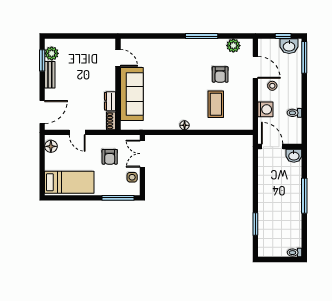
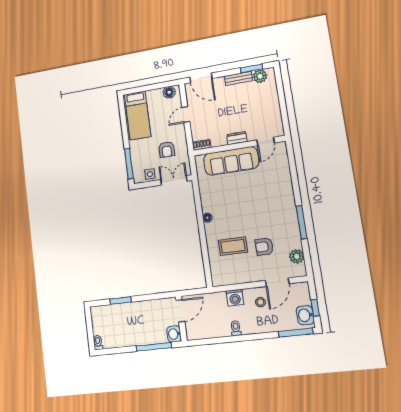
dresser: (110, 101) -> (237, 138), moved
door: (272, 147) -> (180, 311), moved
wall: (280, 147) -> (181, 319), moved
washbasin: (294, 156) -> (174, 334), moved
armchair: (110, 157) -> (167, 150), turned -90

